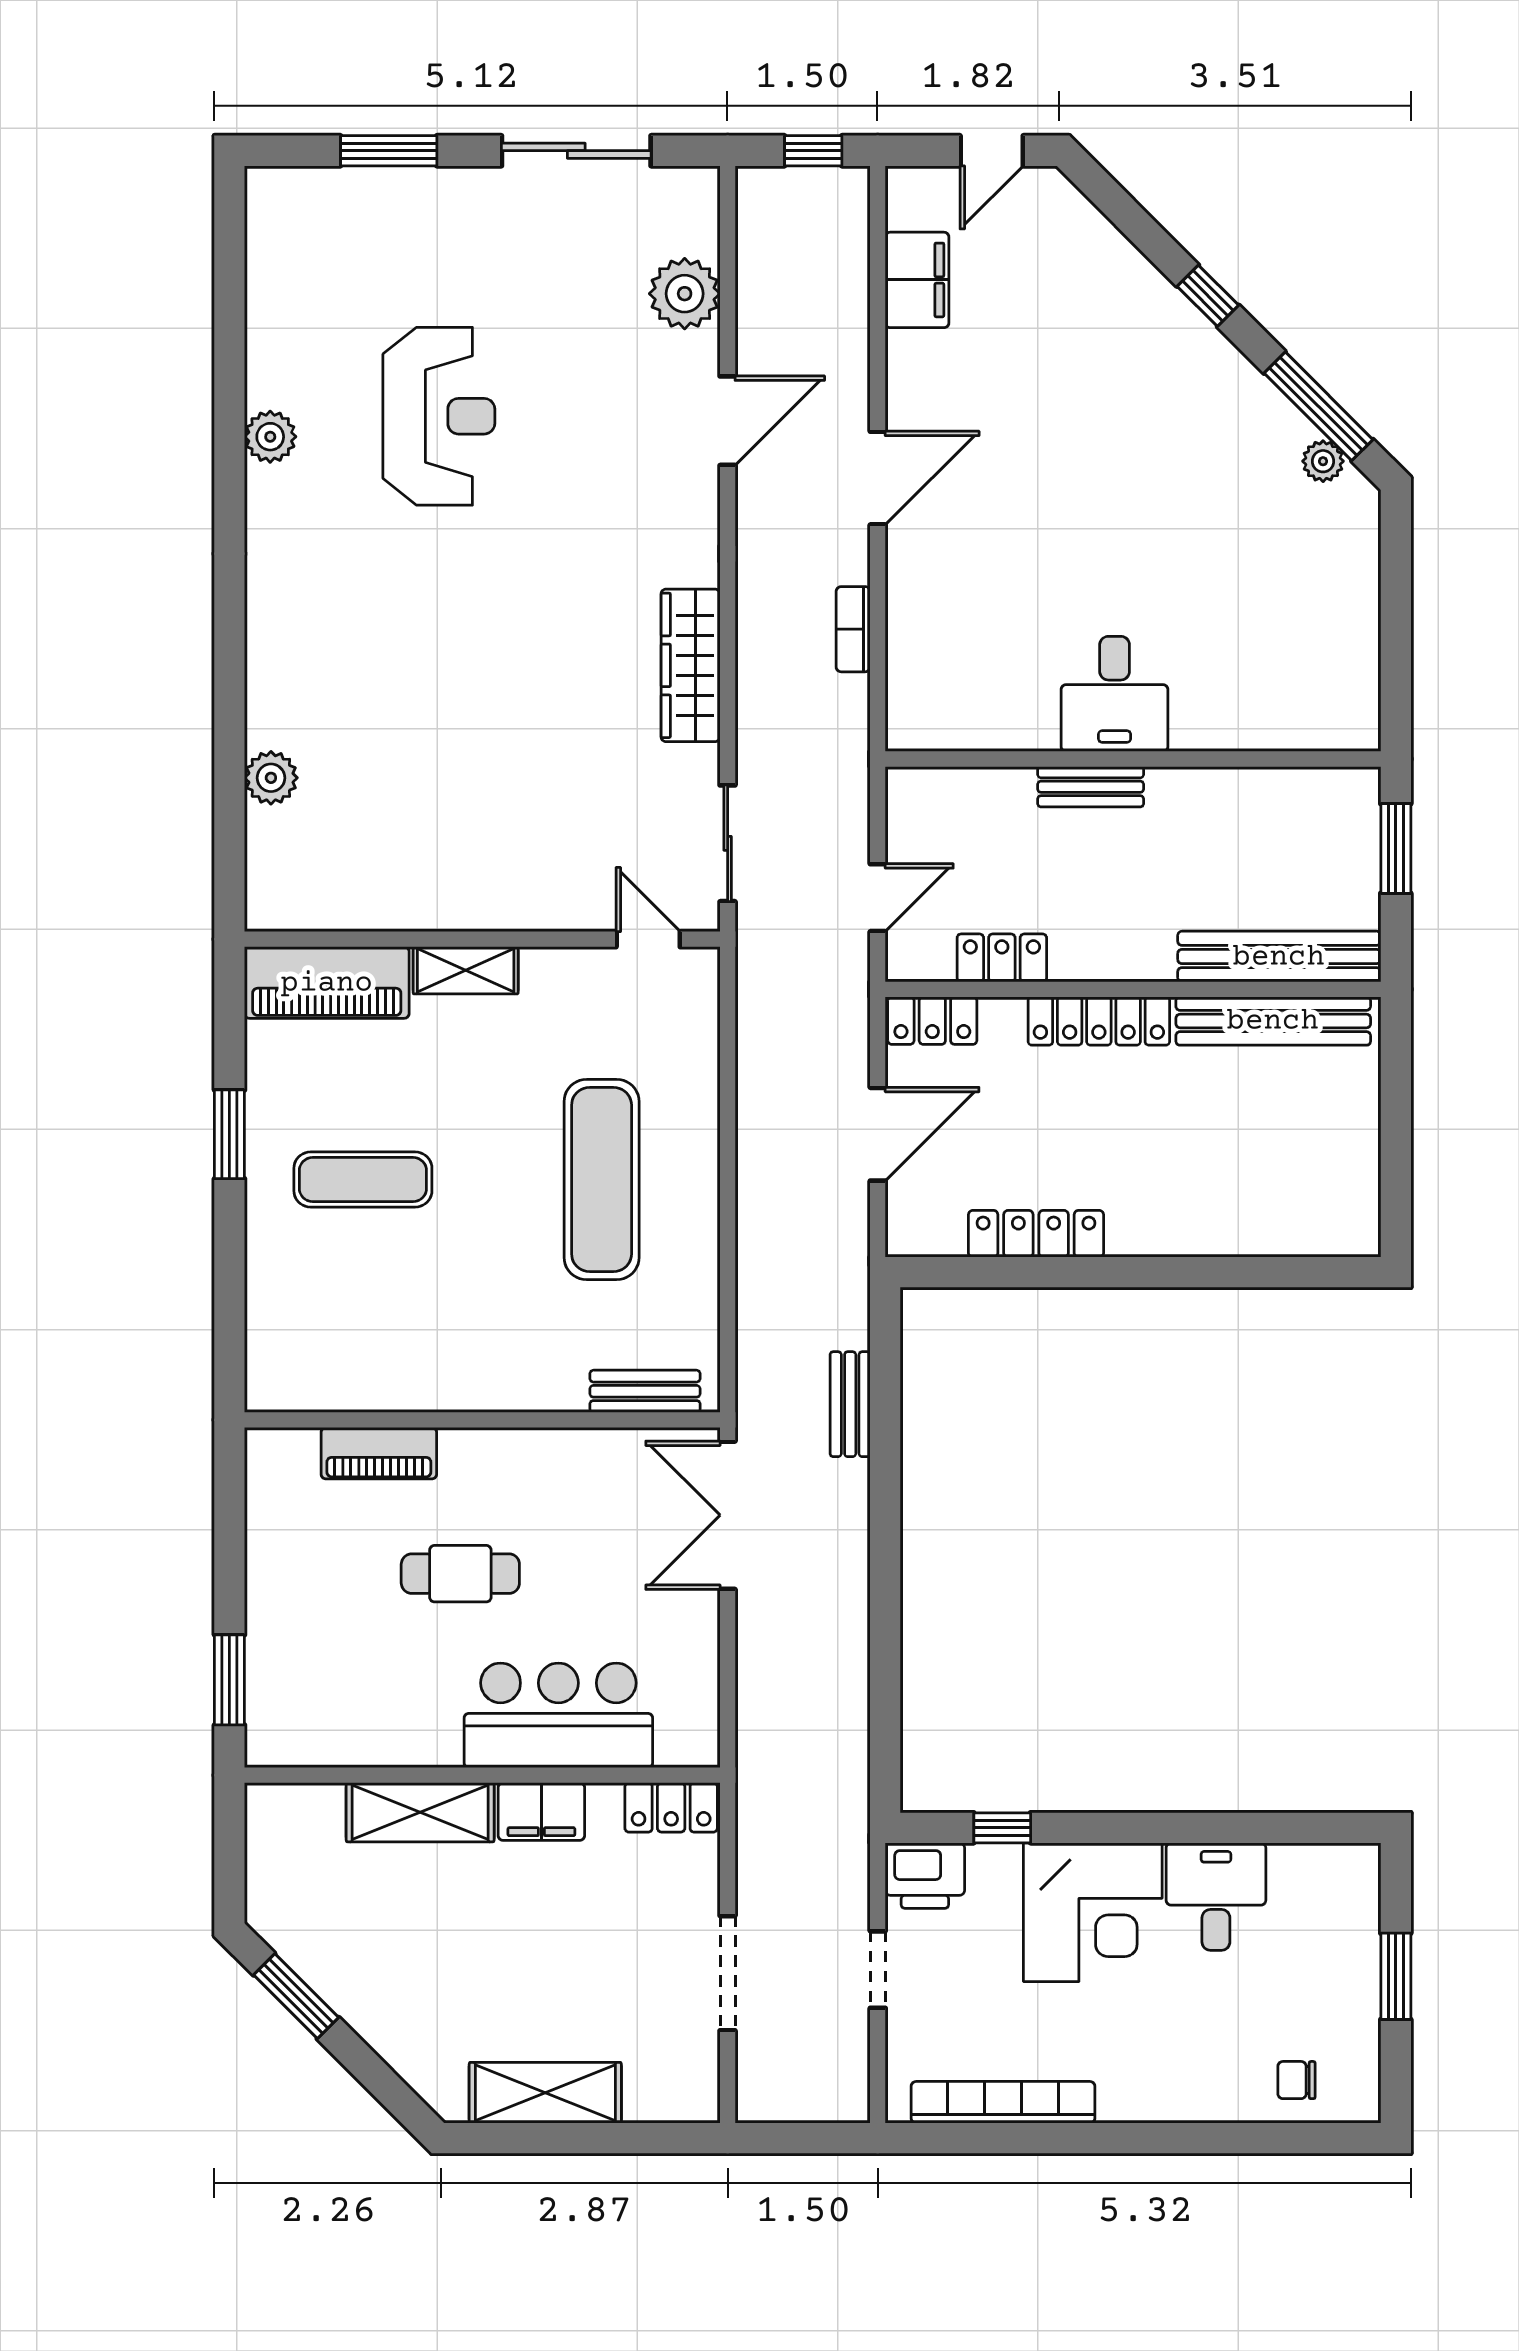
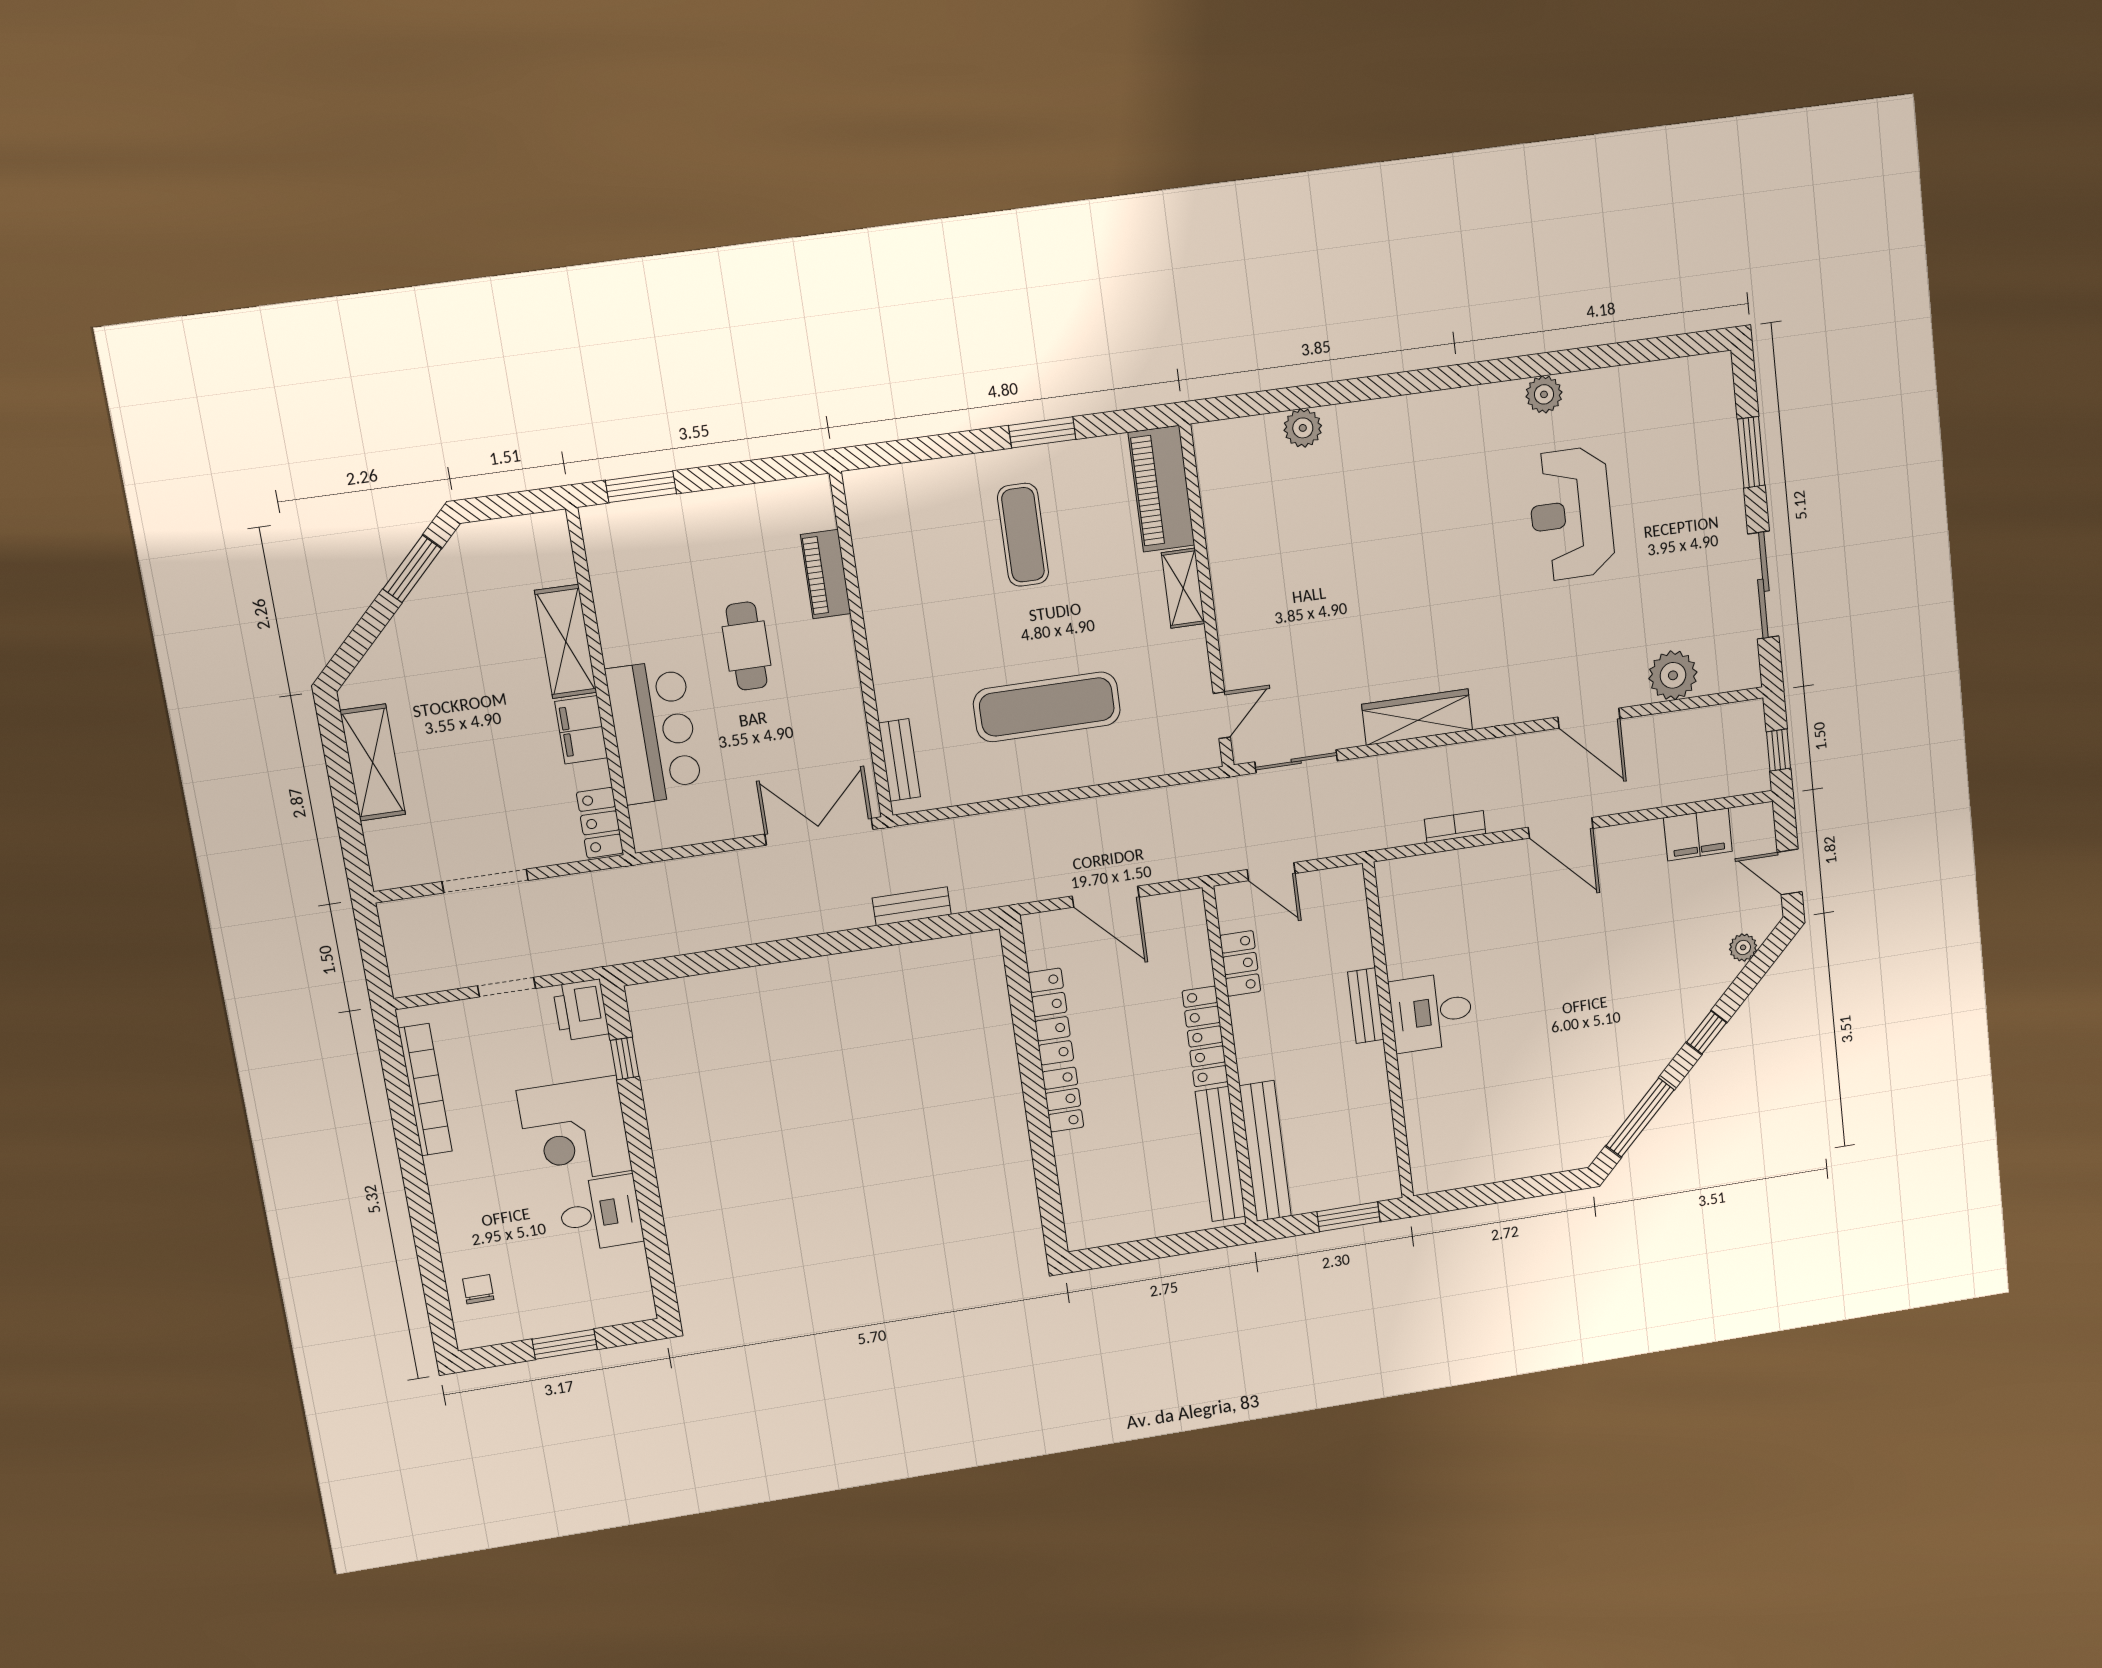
reception desk: (439, 416) -> (1571, 514), turned 90
plant: (1323, 461) -> (1743, 947), moved
locker: (932, 1021) -> (1063, 1100), moved, turned 180

